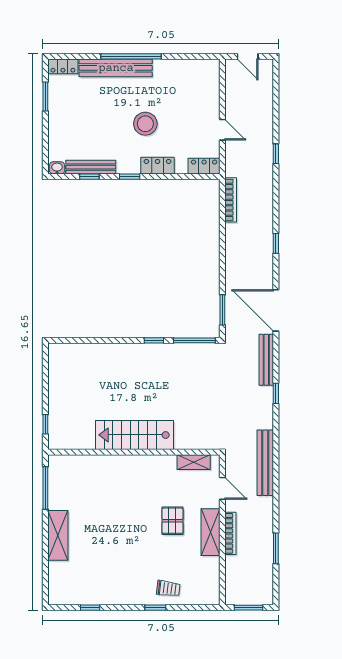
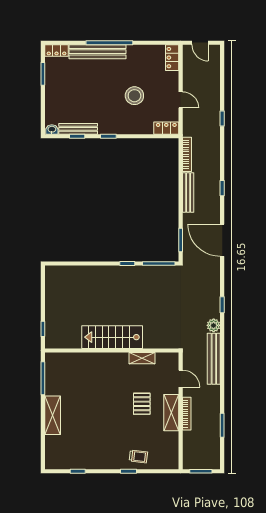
stool: (145, 124) -> (134, 96), moved
locker: (157, 166) -> (172, 58), moved, turned -90
bench: (266, 360) -> (188, 193), moved
plant: (265, 420) -> (214, 325), added
shelving: (194, 462) -> (142, 358), moved

